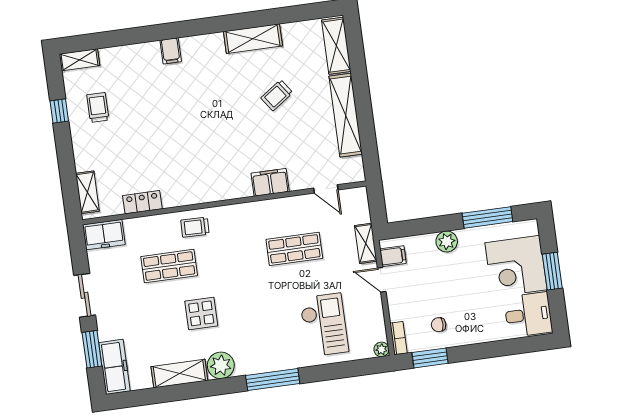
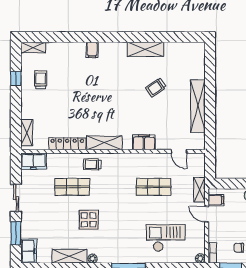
shelving: (336, 46) -> (104, 143), moved, turned 90
locker: (142, 202) -> (67, 144), width x1.53
checkout: (324, 325) -> (166, 238), turned -90
plant: (221, 365) -> (93, 259), width x0.53, depth x0.53
freezer: (114, 367) -> (29, 251), width x0.71

